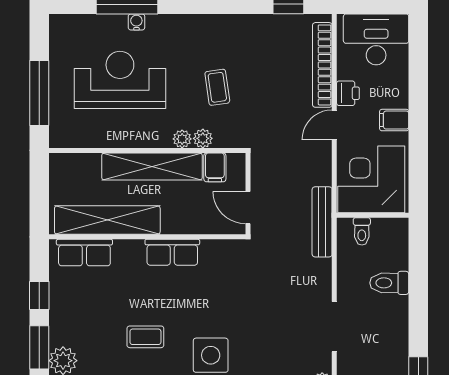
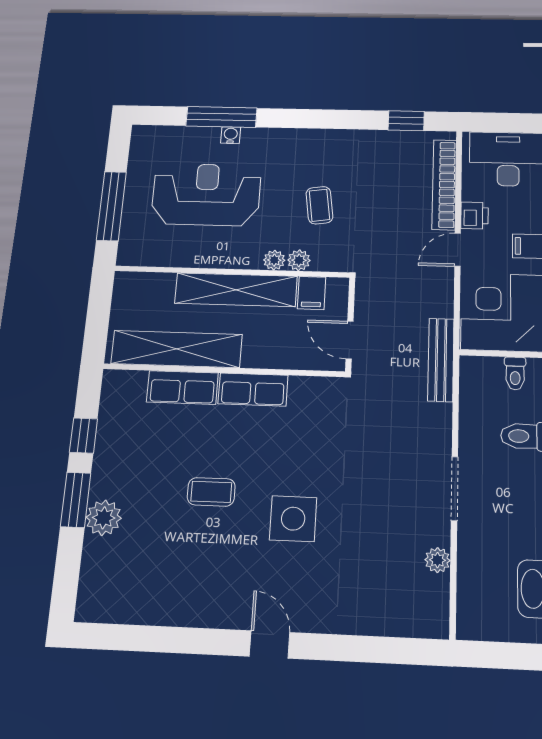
toilet: (362, 231) -> (515, 373), moved
row of seats: (84, 253) -> (182, 387), moved

